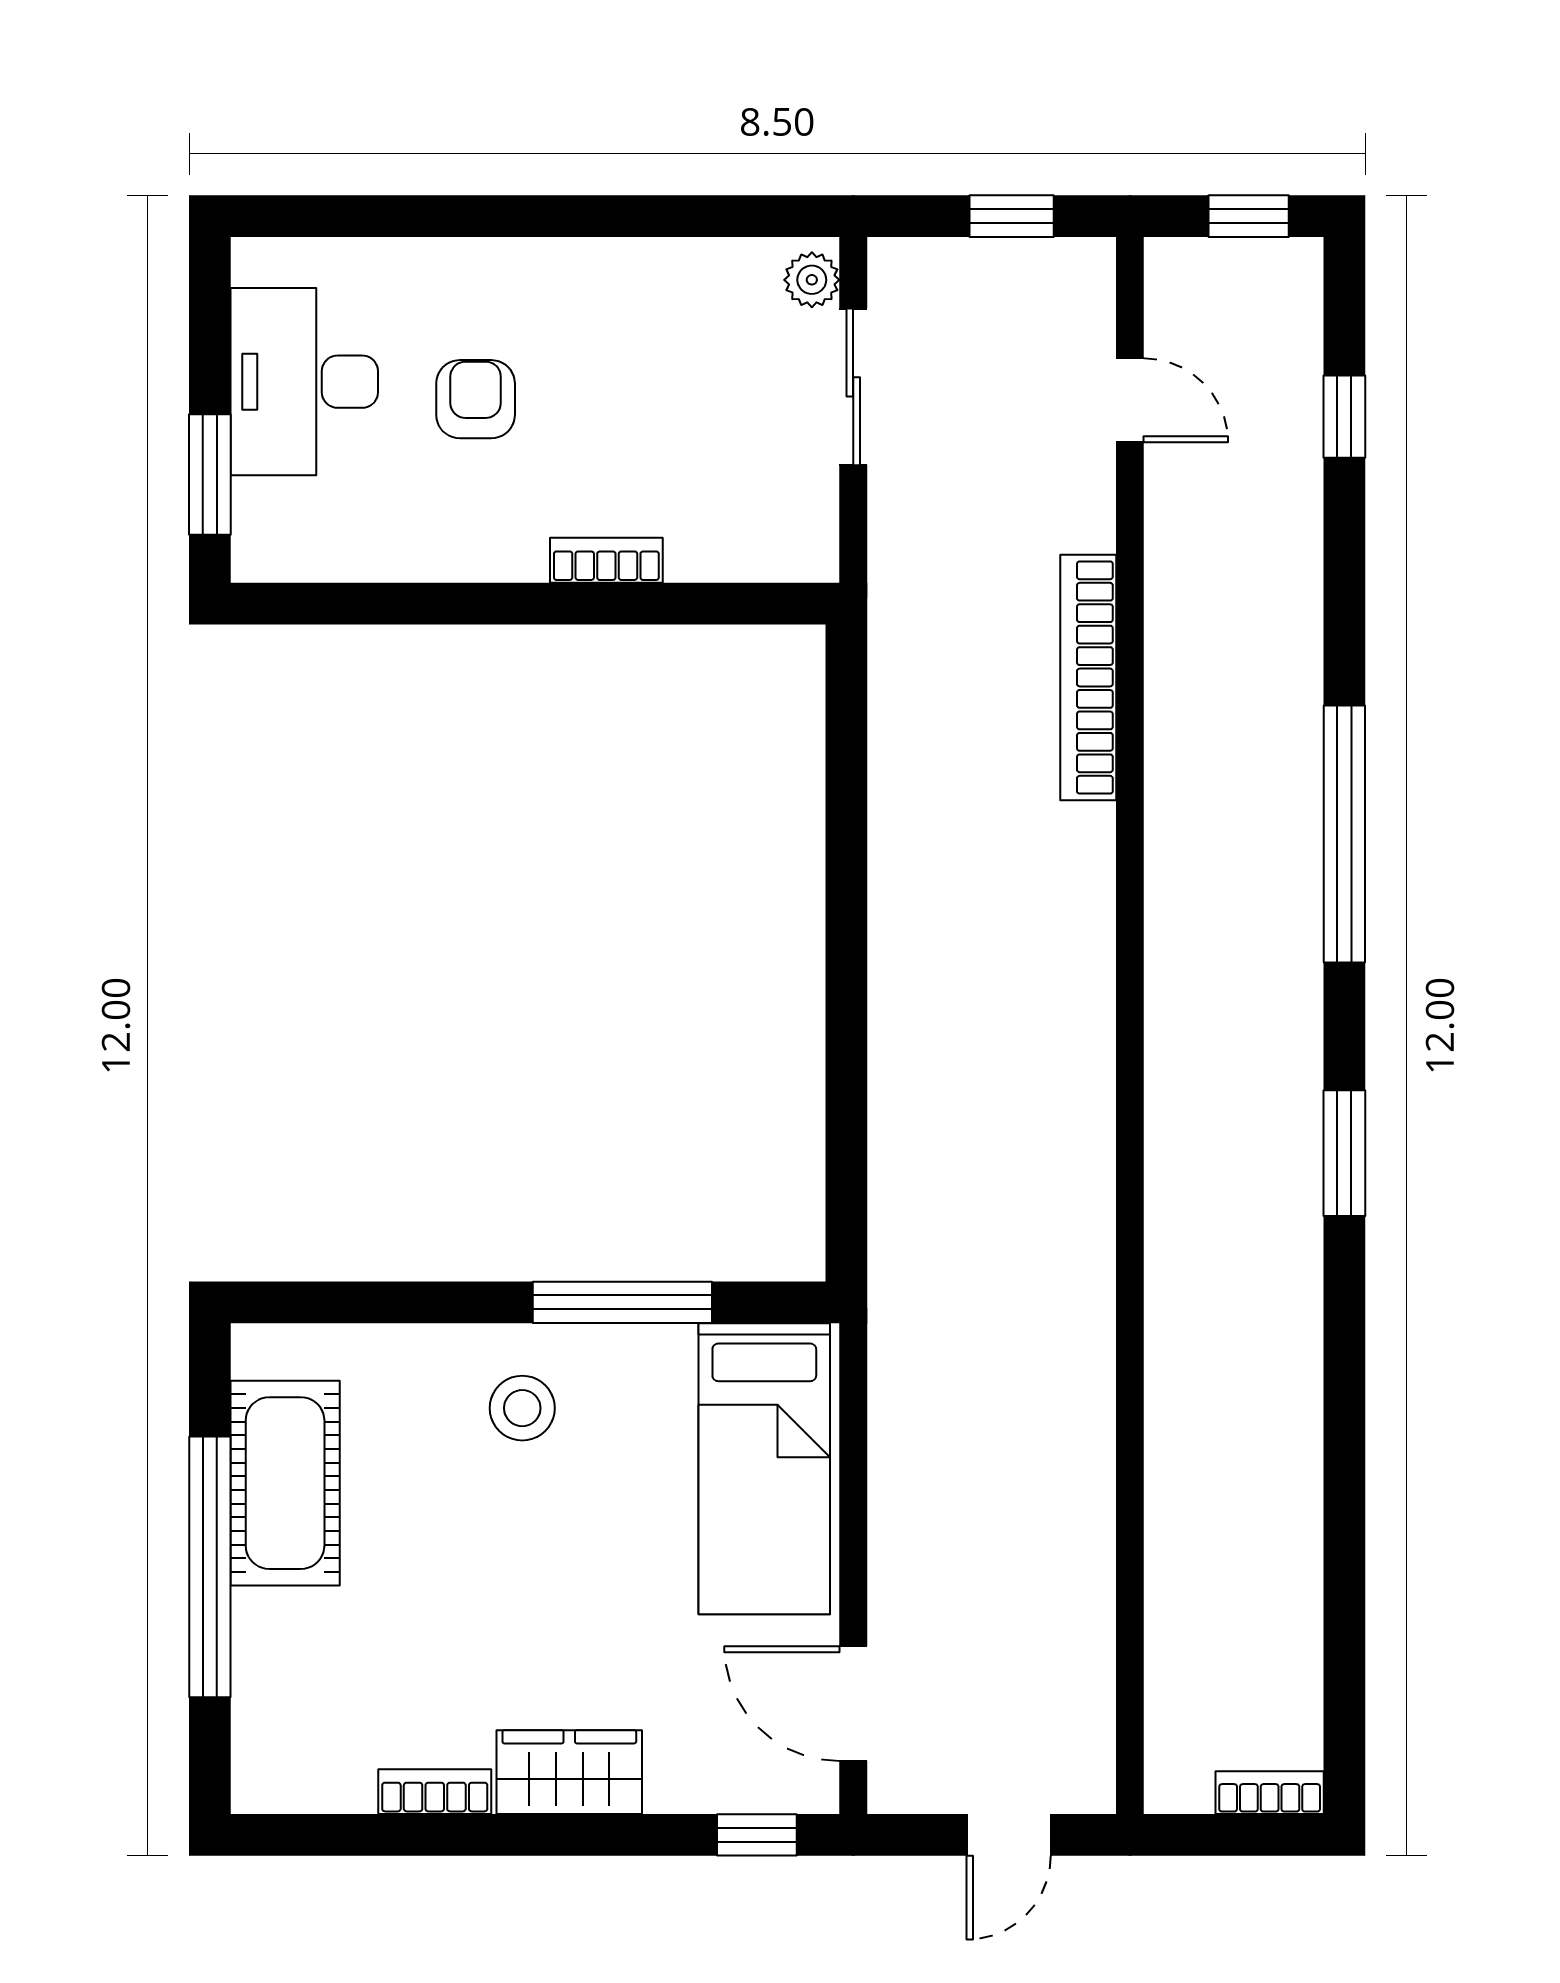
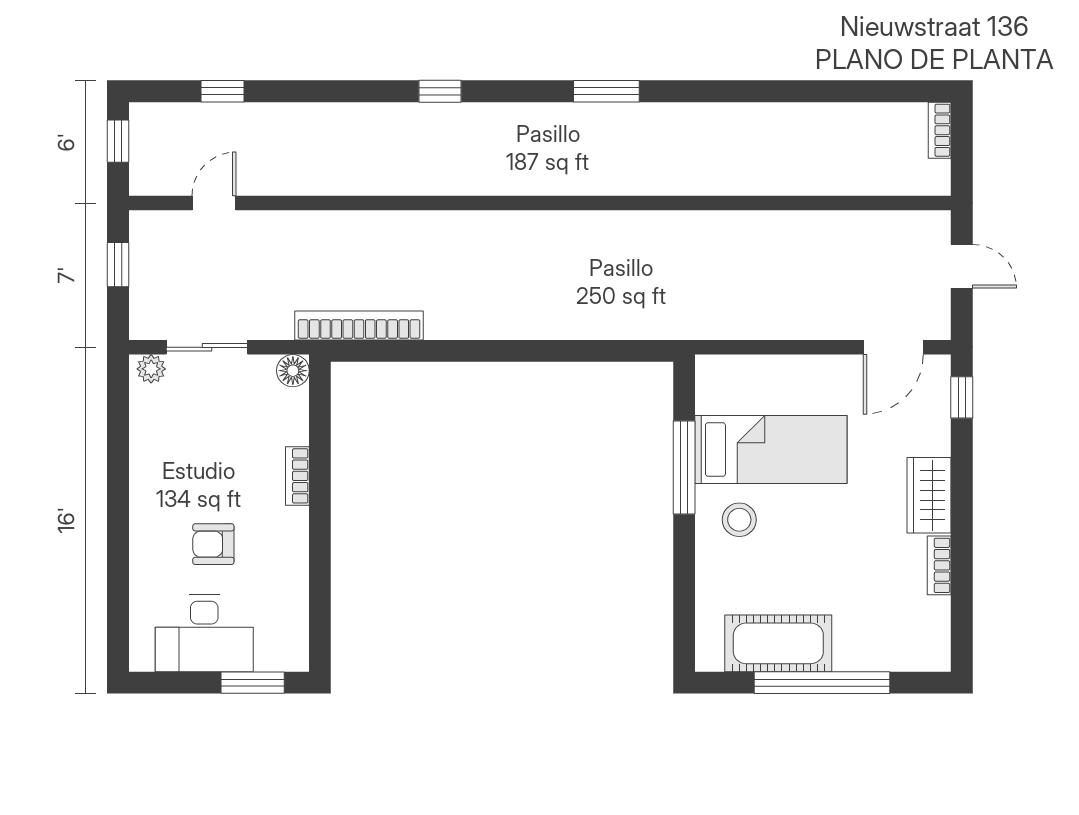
floor lamp: (808, 552) -> (293, 371), added
bookcase: (1088, 678) -> (359, 326), moved, turned 180
window: (1344, 834) -> (440, 91), width x0.32
bed: (764, 1469) -> (771, 450), moved

